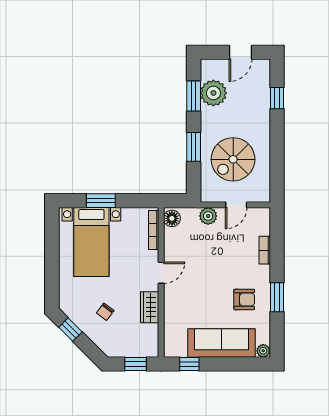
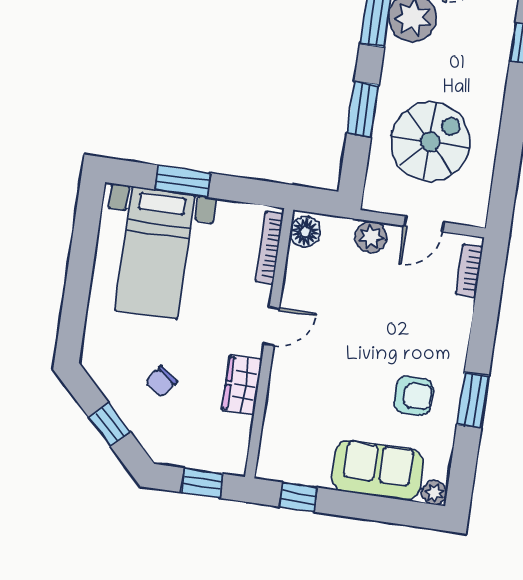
spiral stairs: (233, 159) -> (430, 142), turned 180
bookcase: (265, 250) -> (469, 270), moved
window: (70, 330) -> (110, 425), moved
sofa: (222, 343) -> (378, 470), width x0.73

